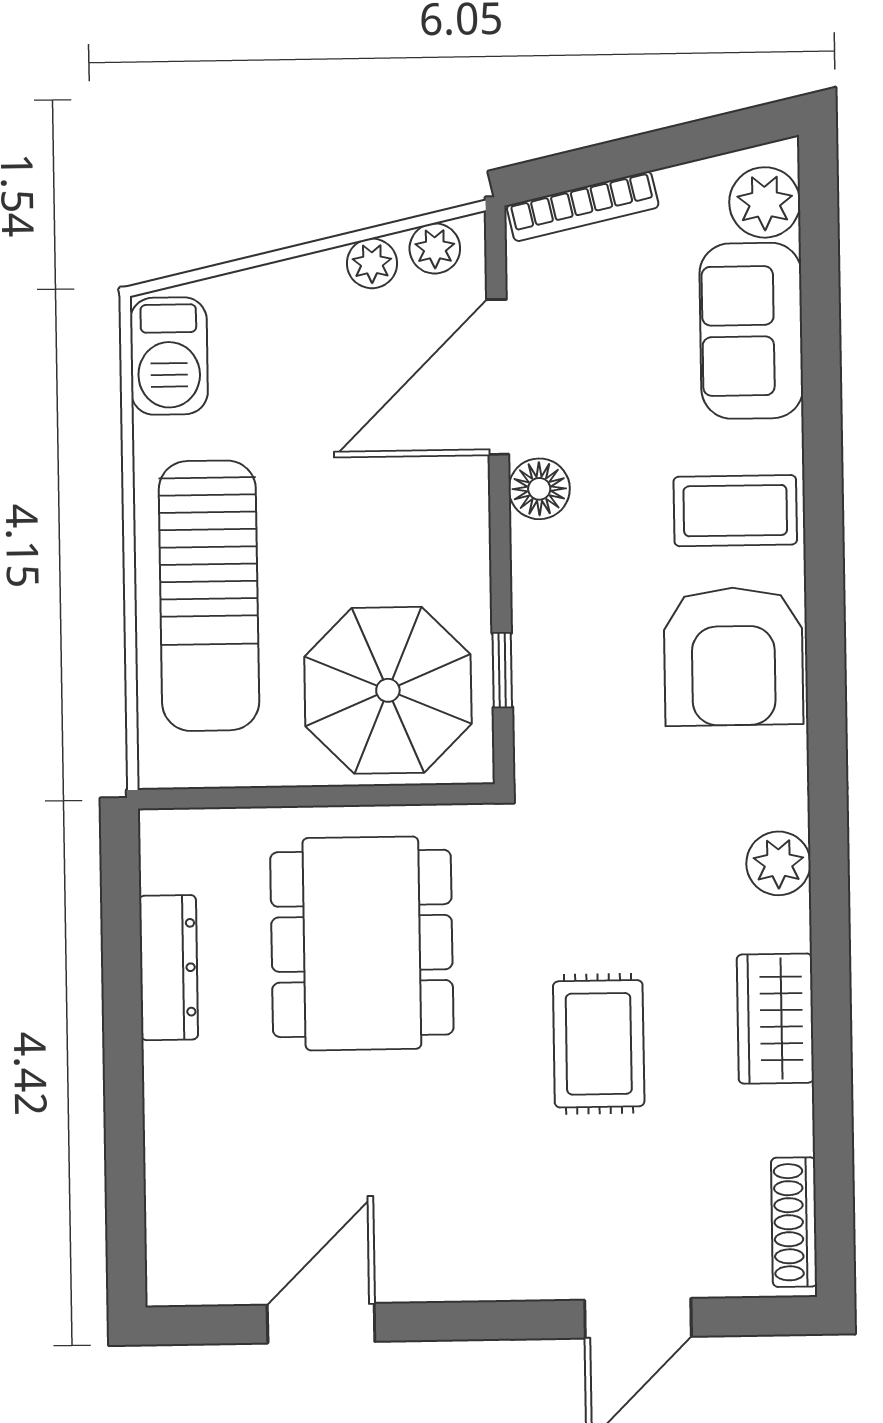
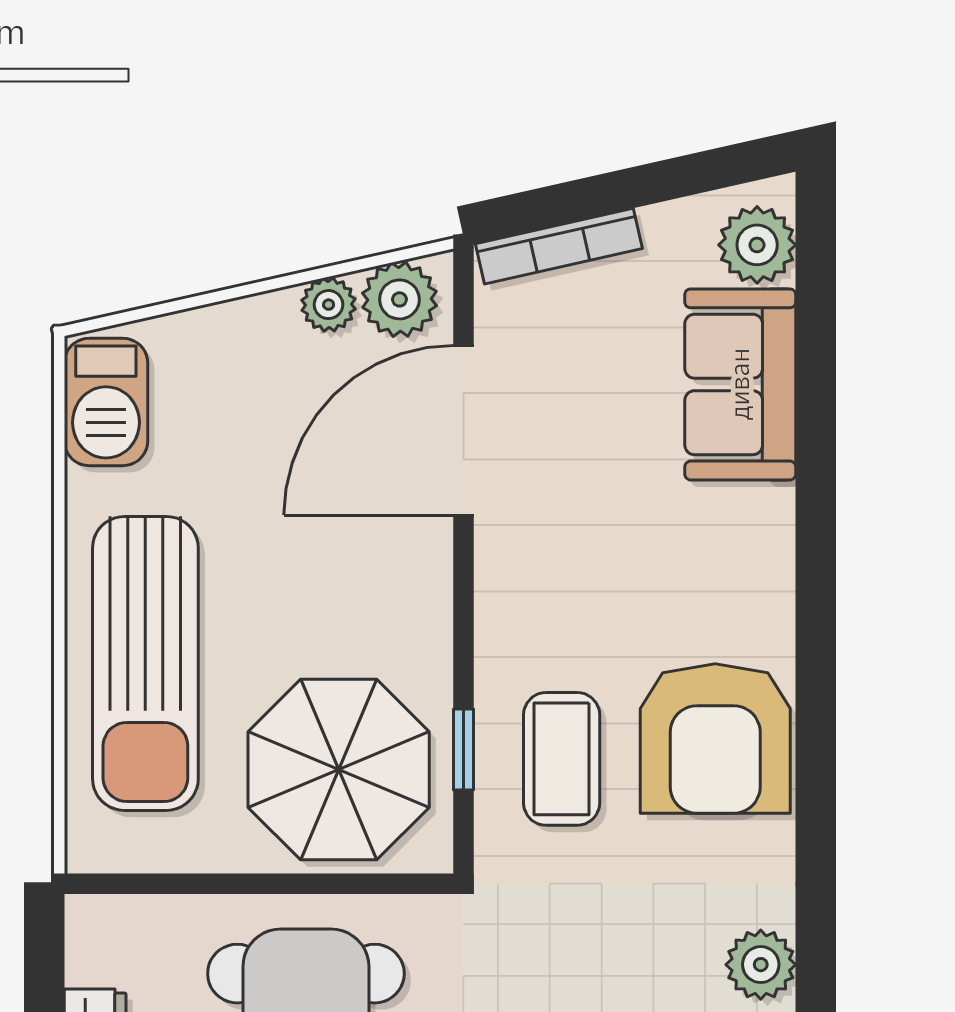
plant: (435, 248) -> (399, 299), width x1.38, depth x1.38
floor lamp: (539, 489) -> (507, 553), removed
coffee table: (735, 511) -> (562, 759), moved, turned 90

